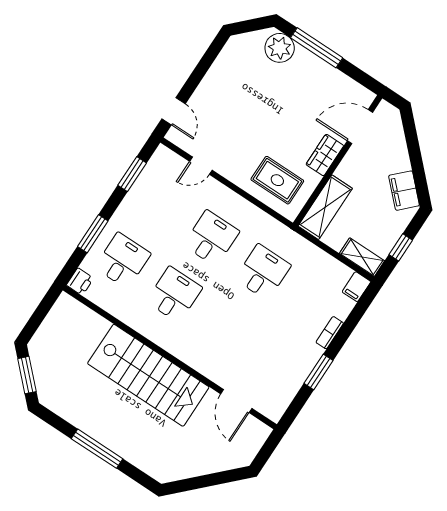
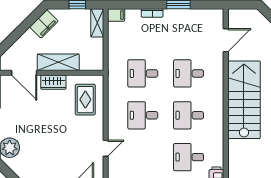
door: (201, 166) -> (106, 148), hinge flipped
shelving: (325, 207) -> (58, 62), moved
desk: (226, 329) -> (189, 73), added

